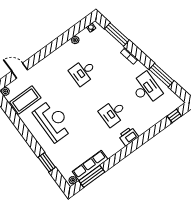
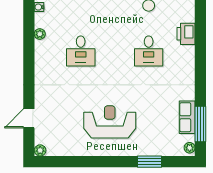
coffee table: (25, 100) -> (65, 136), removed
printer: (128, 136) -> (186, 34), moved
row of seats: (90, 165) -> (187, 117), width x0.68

